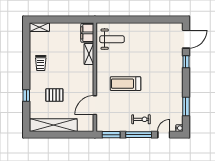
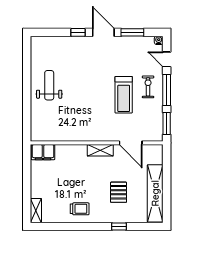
weight bench: (112, 39) -> (49, 85), moved
door: (186, 39) -> (103, 32), moved
shelving: (89, 54) -> (100, 150), moved
treadmill: (125, 84) -> (124, 95), moved

